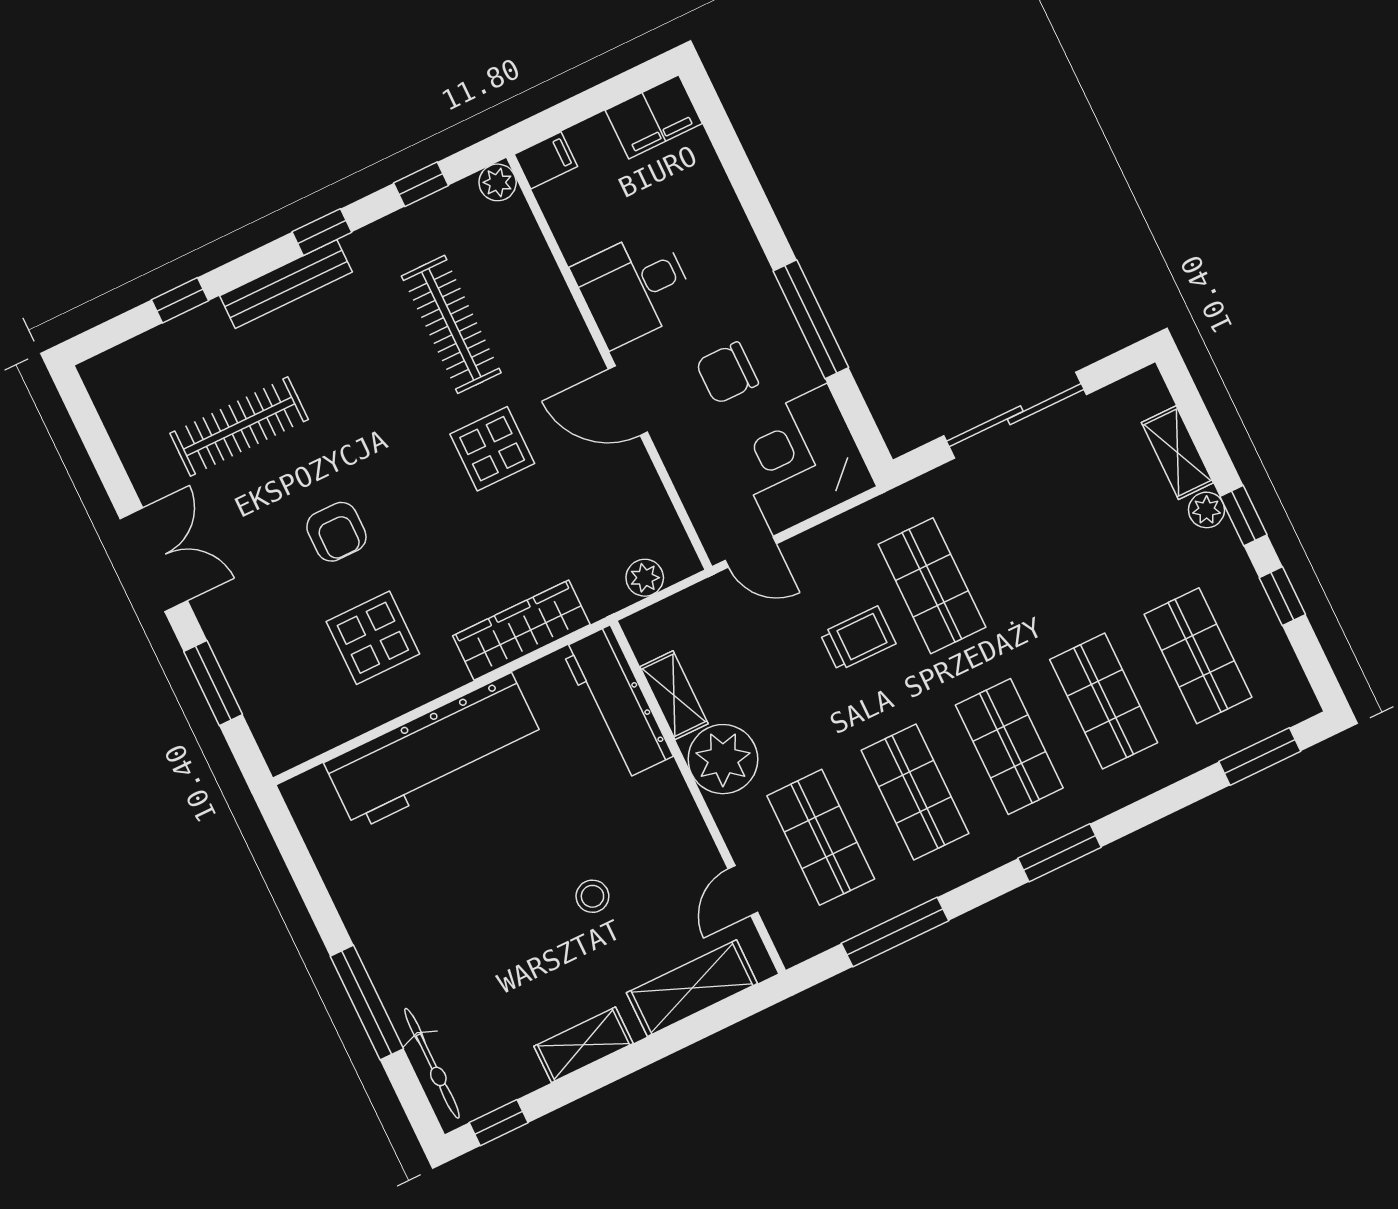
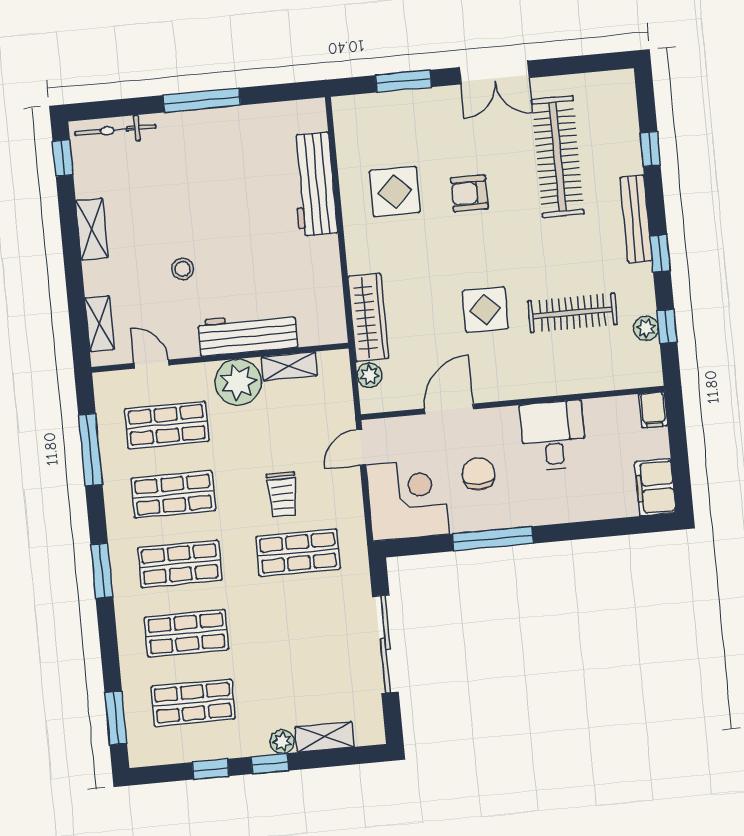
plant: (498, 182) -> (646, 328), moved
door: (628, 401) -> (449, 409), moved
clothes rail: (239, 426) -> (558, 157), width x1.37, depth x1.31
wardrobe: (521, 630) -> (368, 317), moved
workbench: (617, 702) -> (248, 334), moved
workbench: (434, 752) -> (314, 184), width x0.73, depth x0.76
shelving: (692, 988) -> (99, 324), width x0.67, depth x0.75
window: (367, 1002) -> (202, 100), moved

